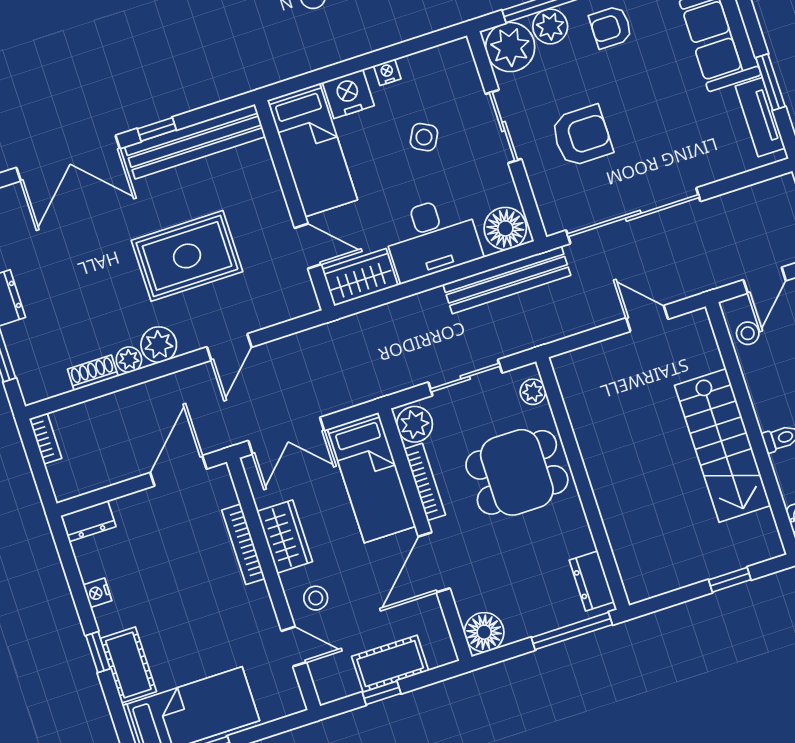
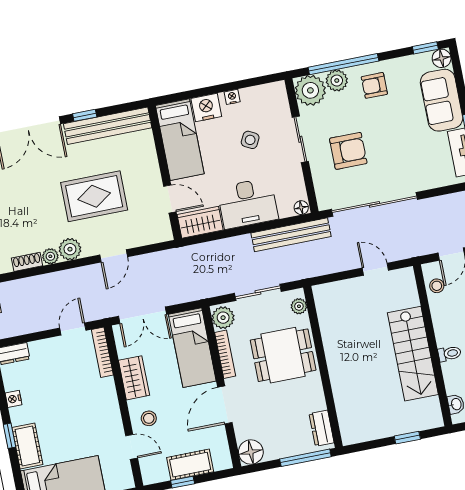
floor lamp: (505, 228) -> (301, 208), width x0.53, depth x0.53
door: (178, 471) -> (73, 329), width x0.73
bookcase: (243, 544) -> (102, 352), moved

